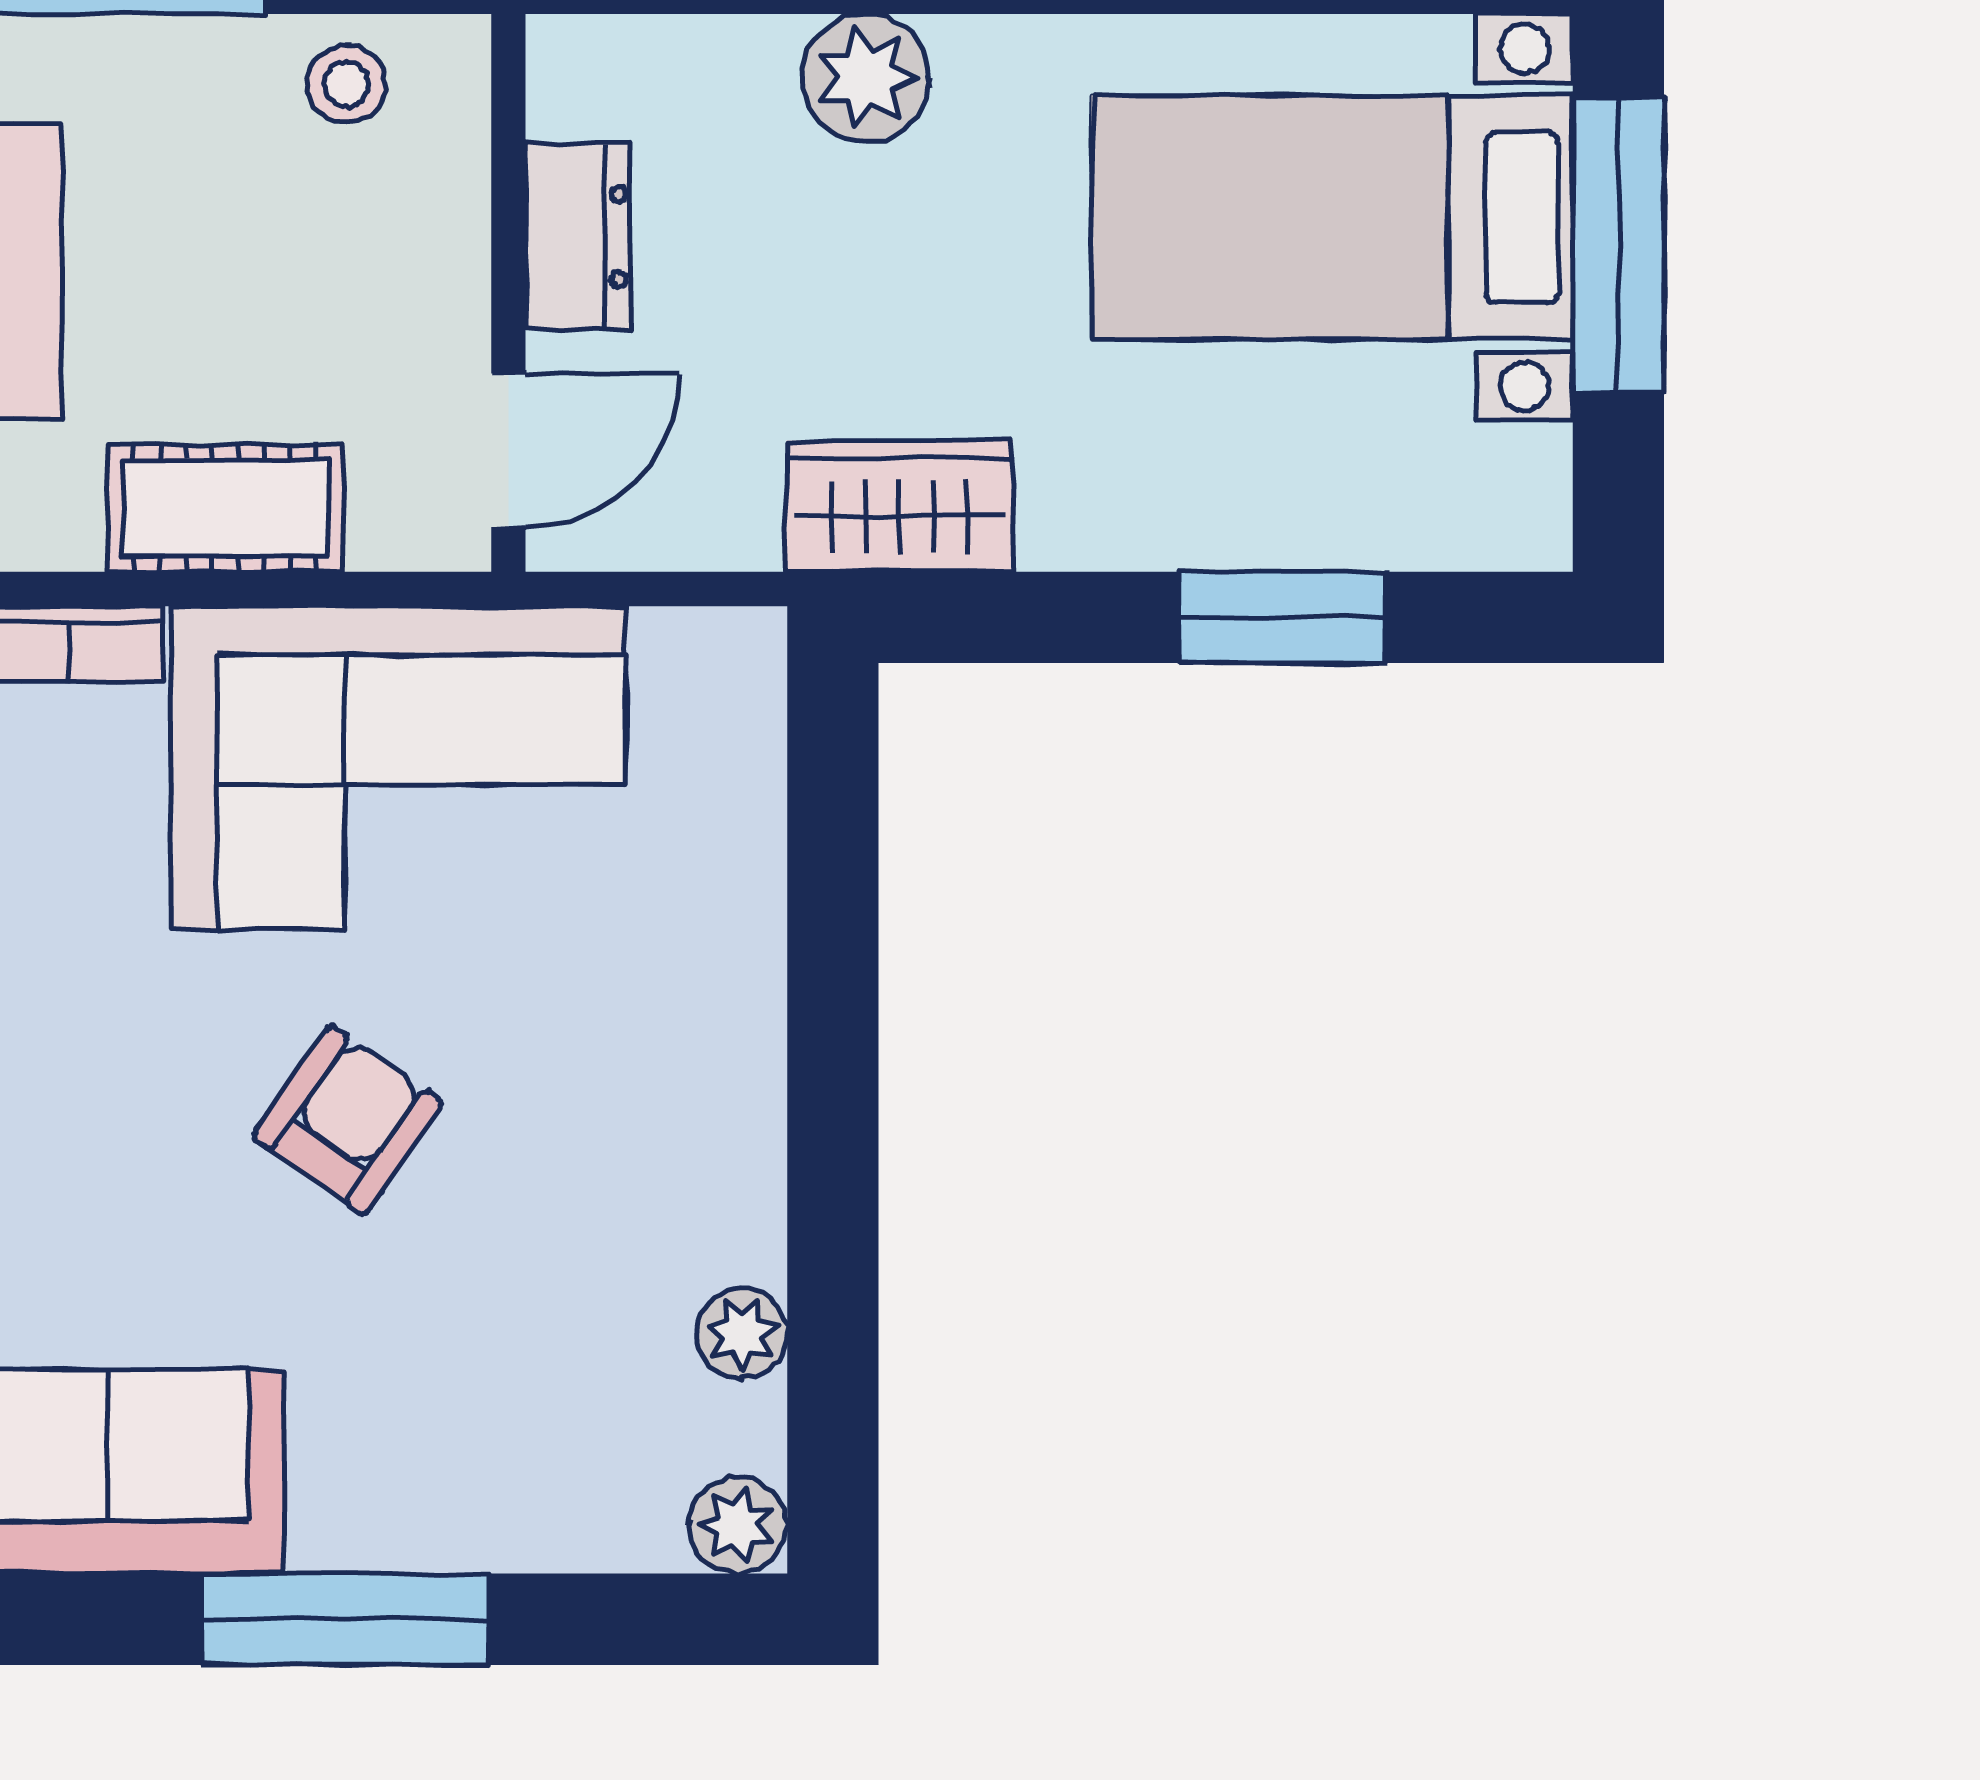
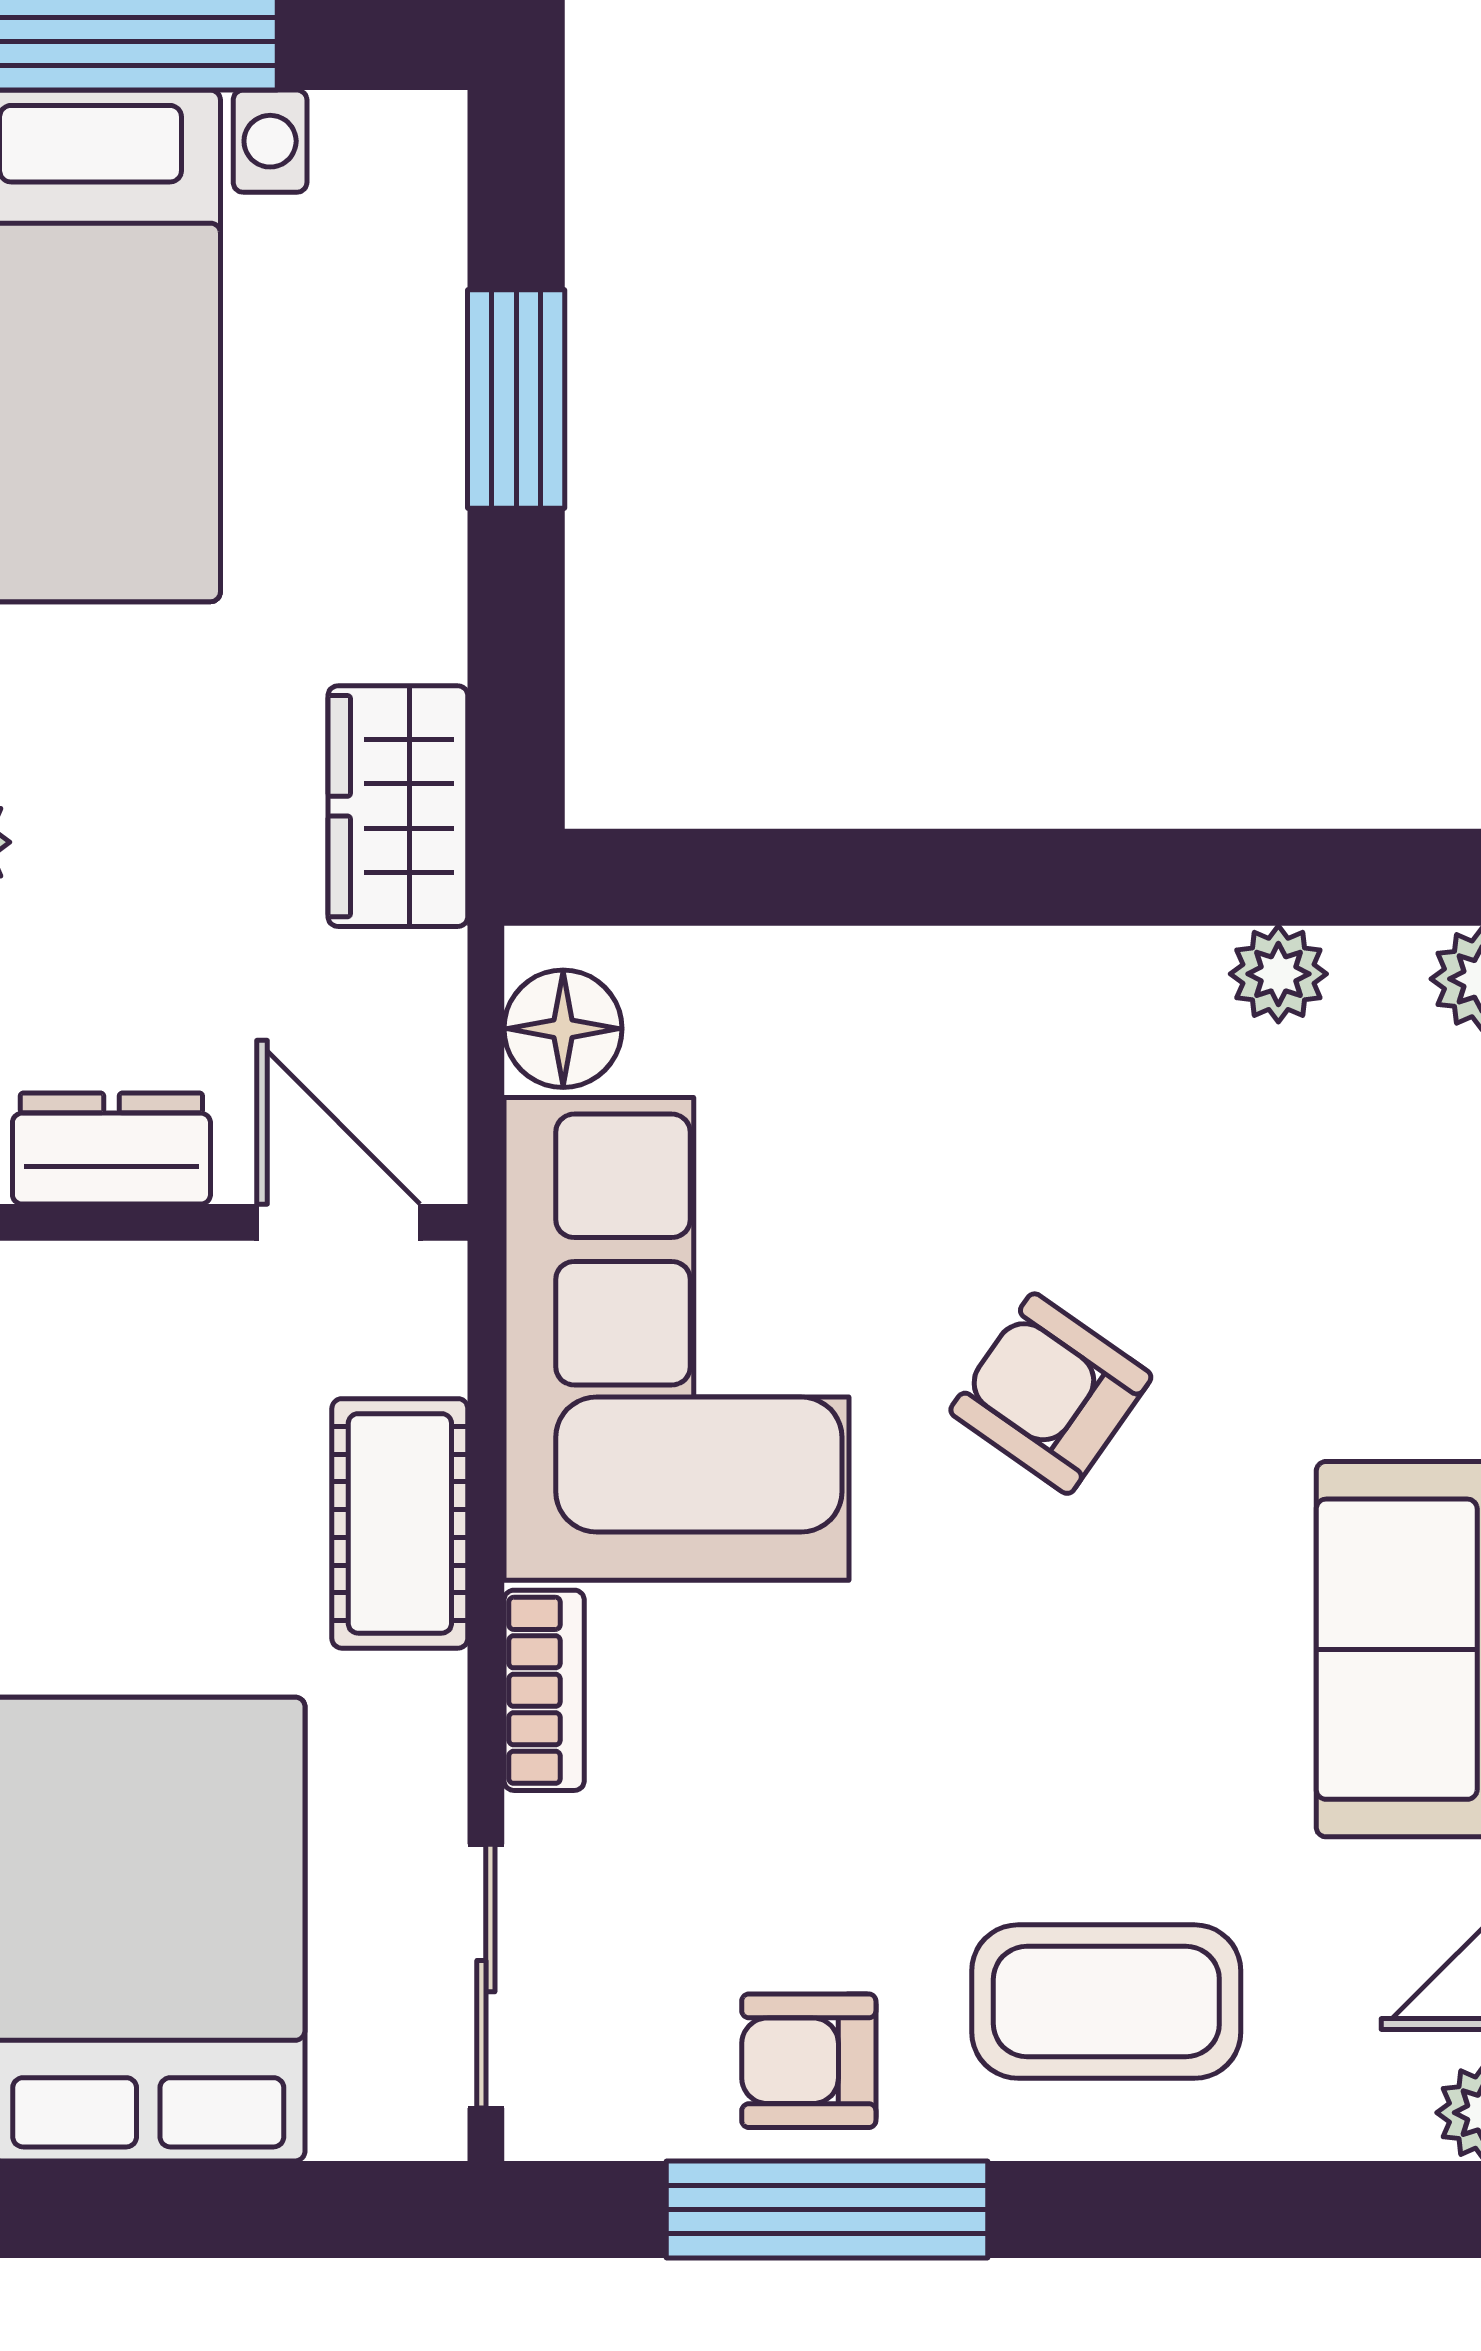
floor lamp: (690, 661) -> (563, 1029), added

